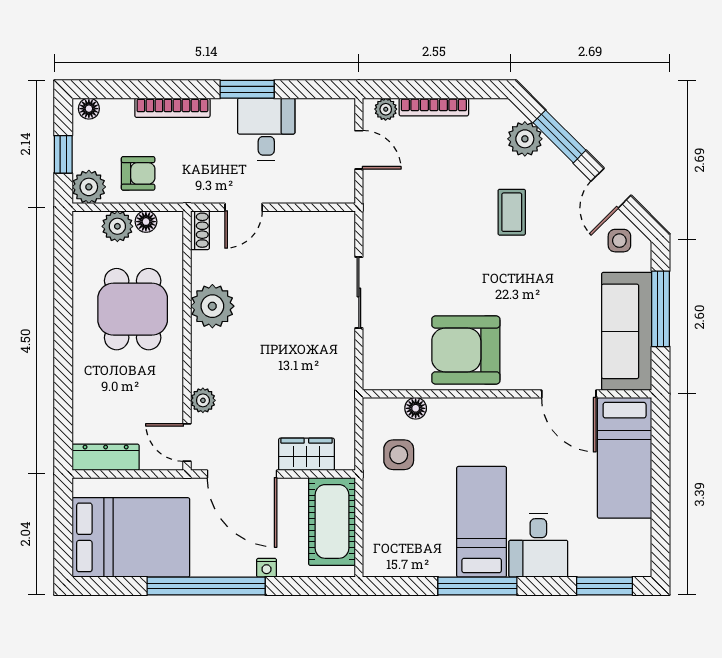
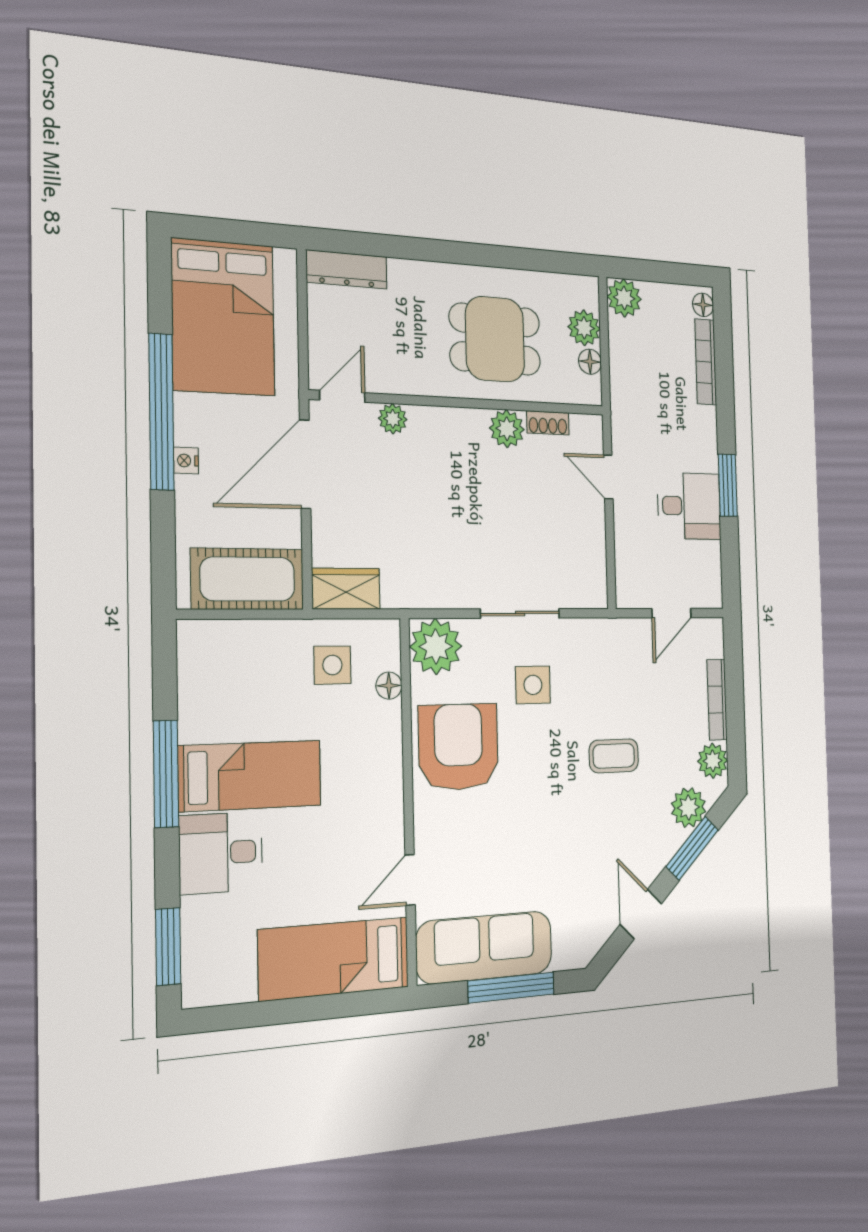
bookcase: (172, 108) -> (706, 362), moved
plant: (386, 109) -> (713, 761), moved, width x1.38, depth x1.38
window: (63, 154) -> (657, 271), removed
armchair: (138, 173) -> (640, 356), removed
door: (611, 188) -> (641, 914), hinge flipped
coffee table: (512, 212) -> (614, 756), moved
shoe rack: (200, 230) -> (548, 423), moved
side table: (619, 241) -> (533, 685), moved, width x1.37, depth x1.37
plant: (212, 306) -> (507, 429), width x0.73, depth x0.73
plant: (385, 368) -> (436, 647), added
door: (569, 394) -> (410, 880), width x0.73
wardrobe: (306, 454) -> (346, 589), moved, turned -90
dresser: (106, 457) -> (347, 269), moved, turned 90
nightstand: (267, 568) -> (186, 461), moved

